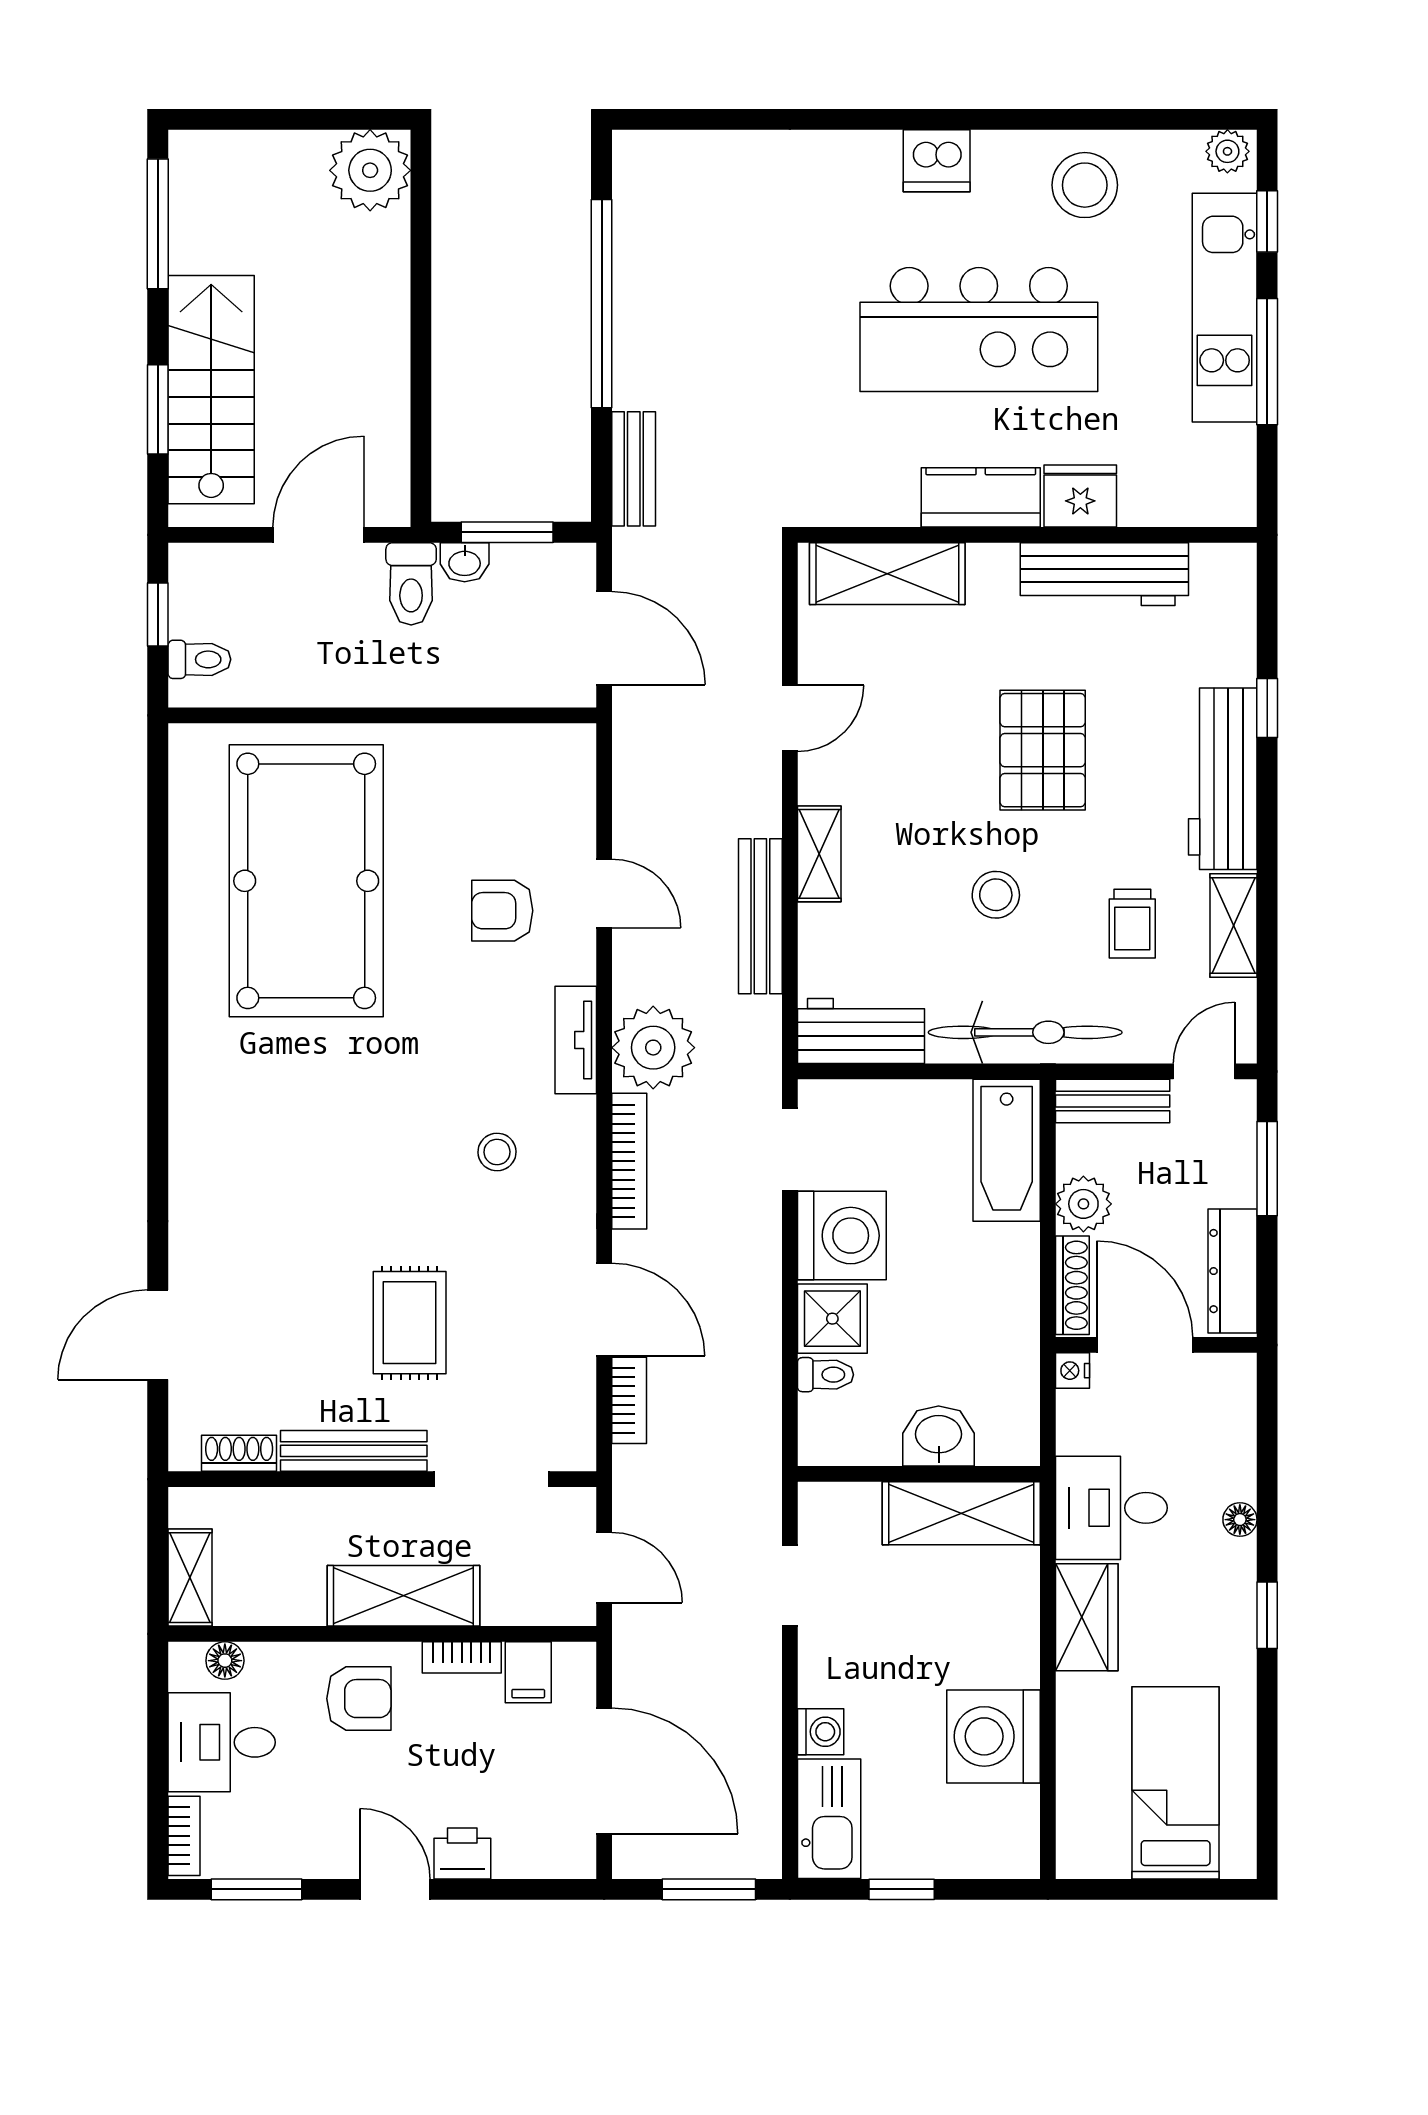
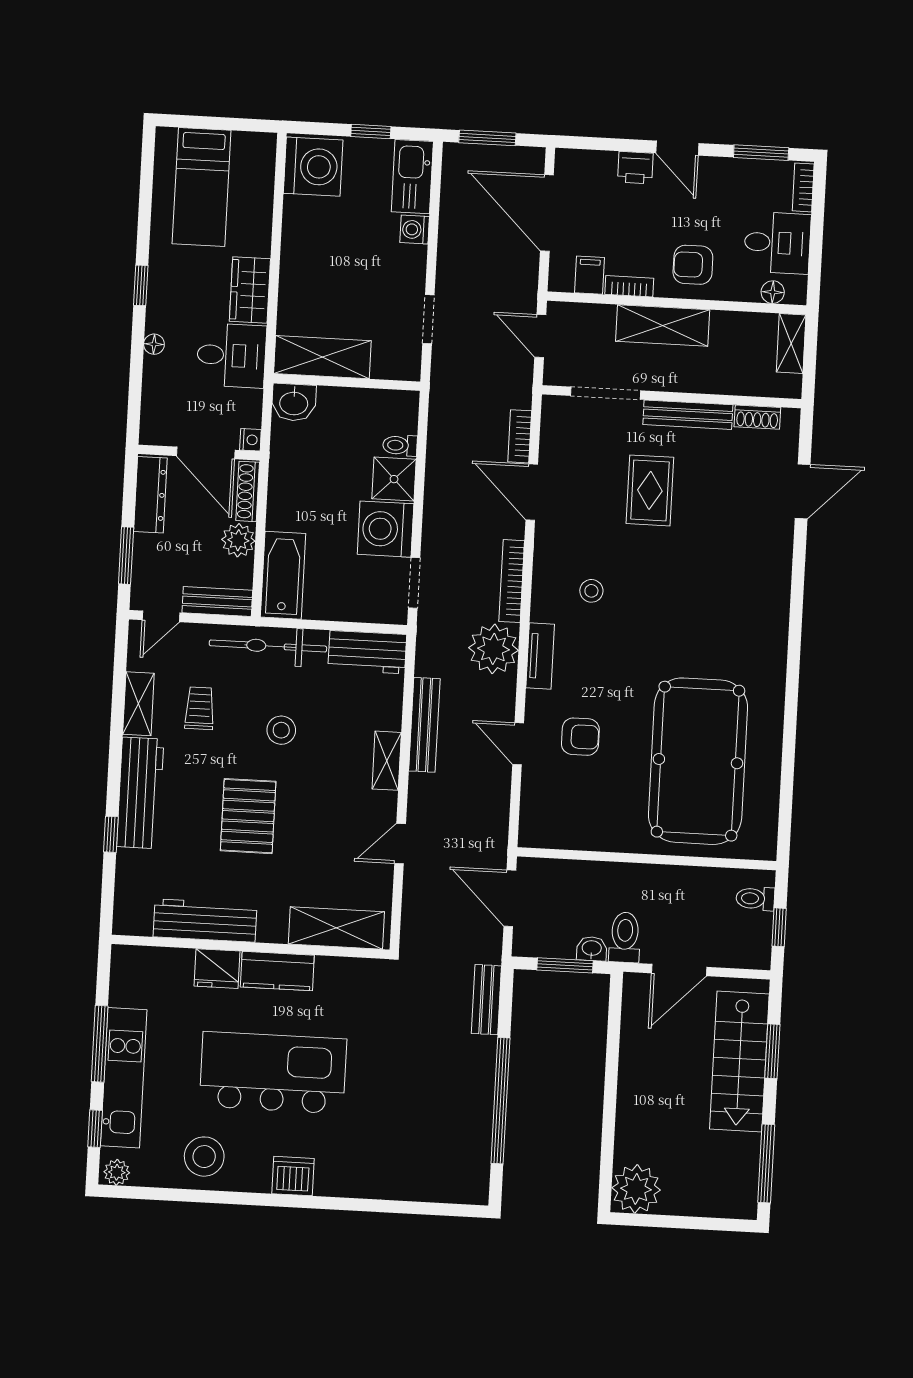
washbasin: (939, 1436) -> (294, 402), moved
washing machine: (993, 1736) -> (313, 167), moved

